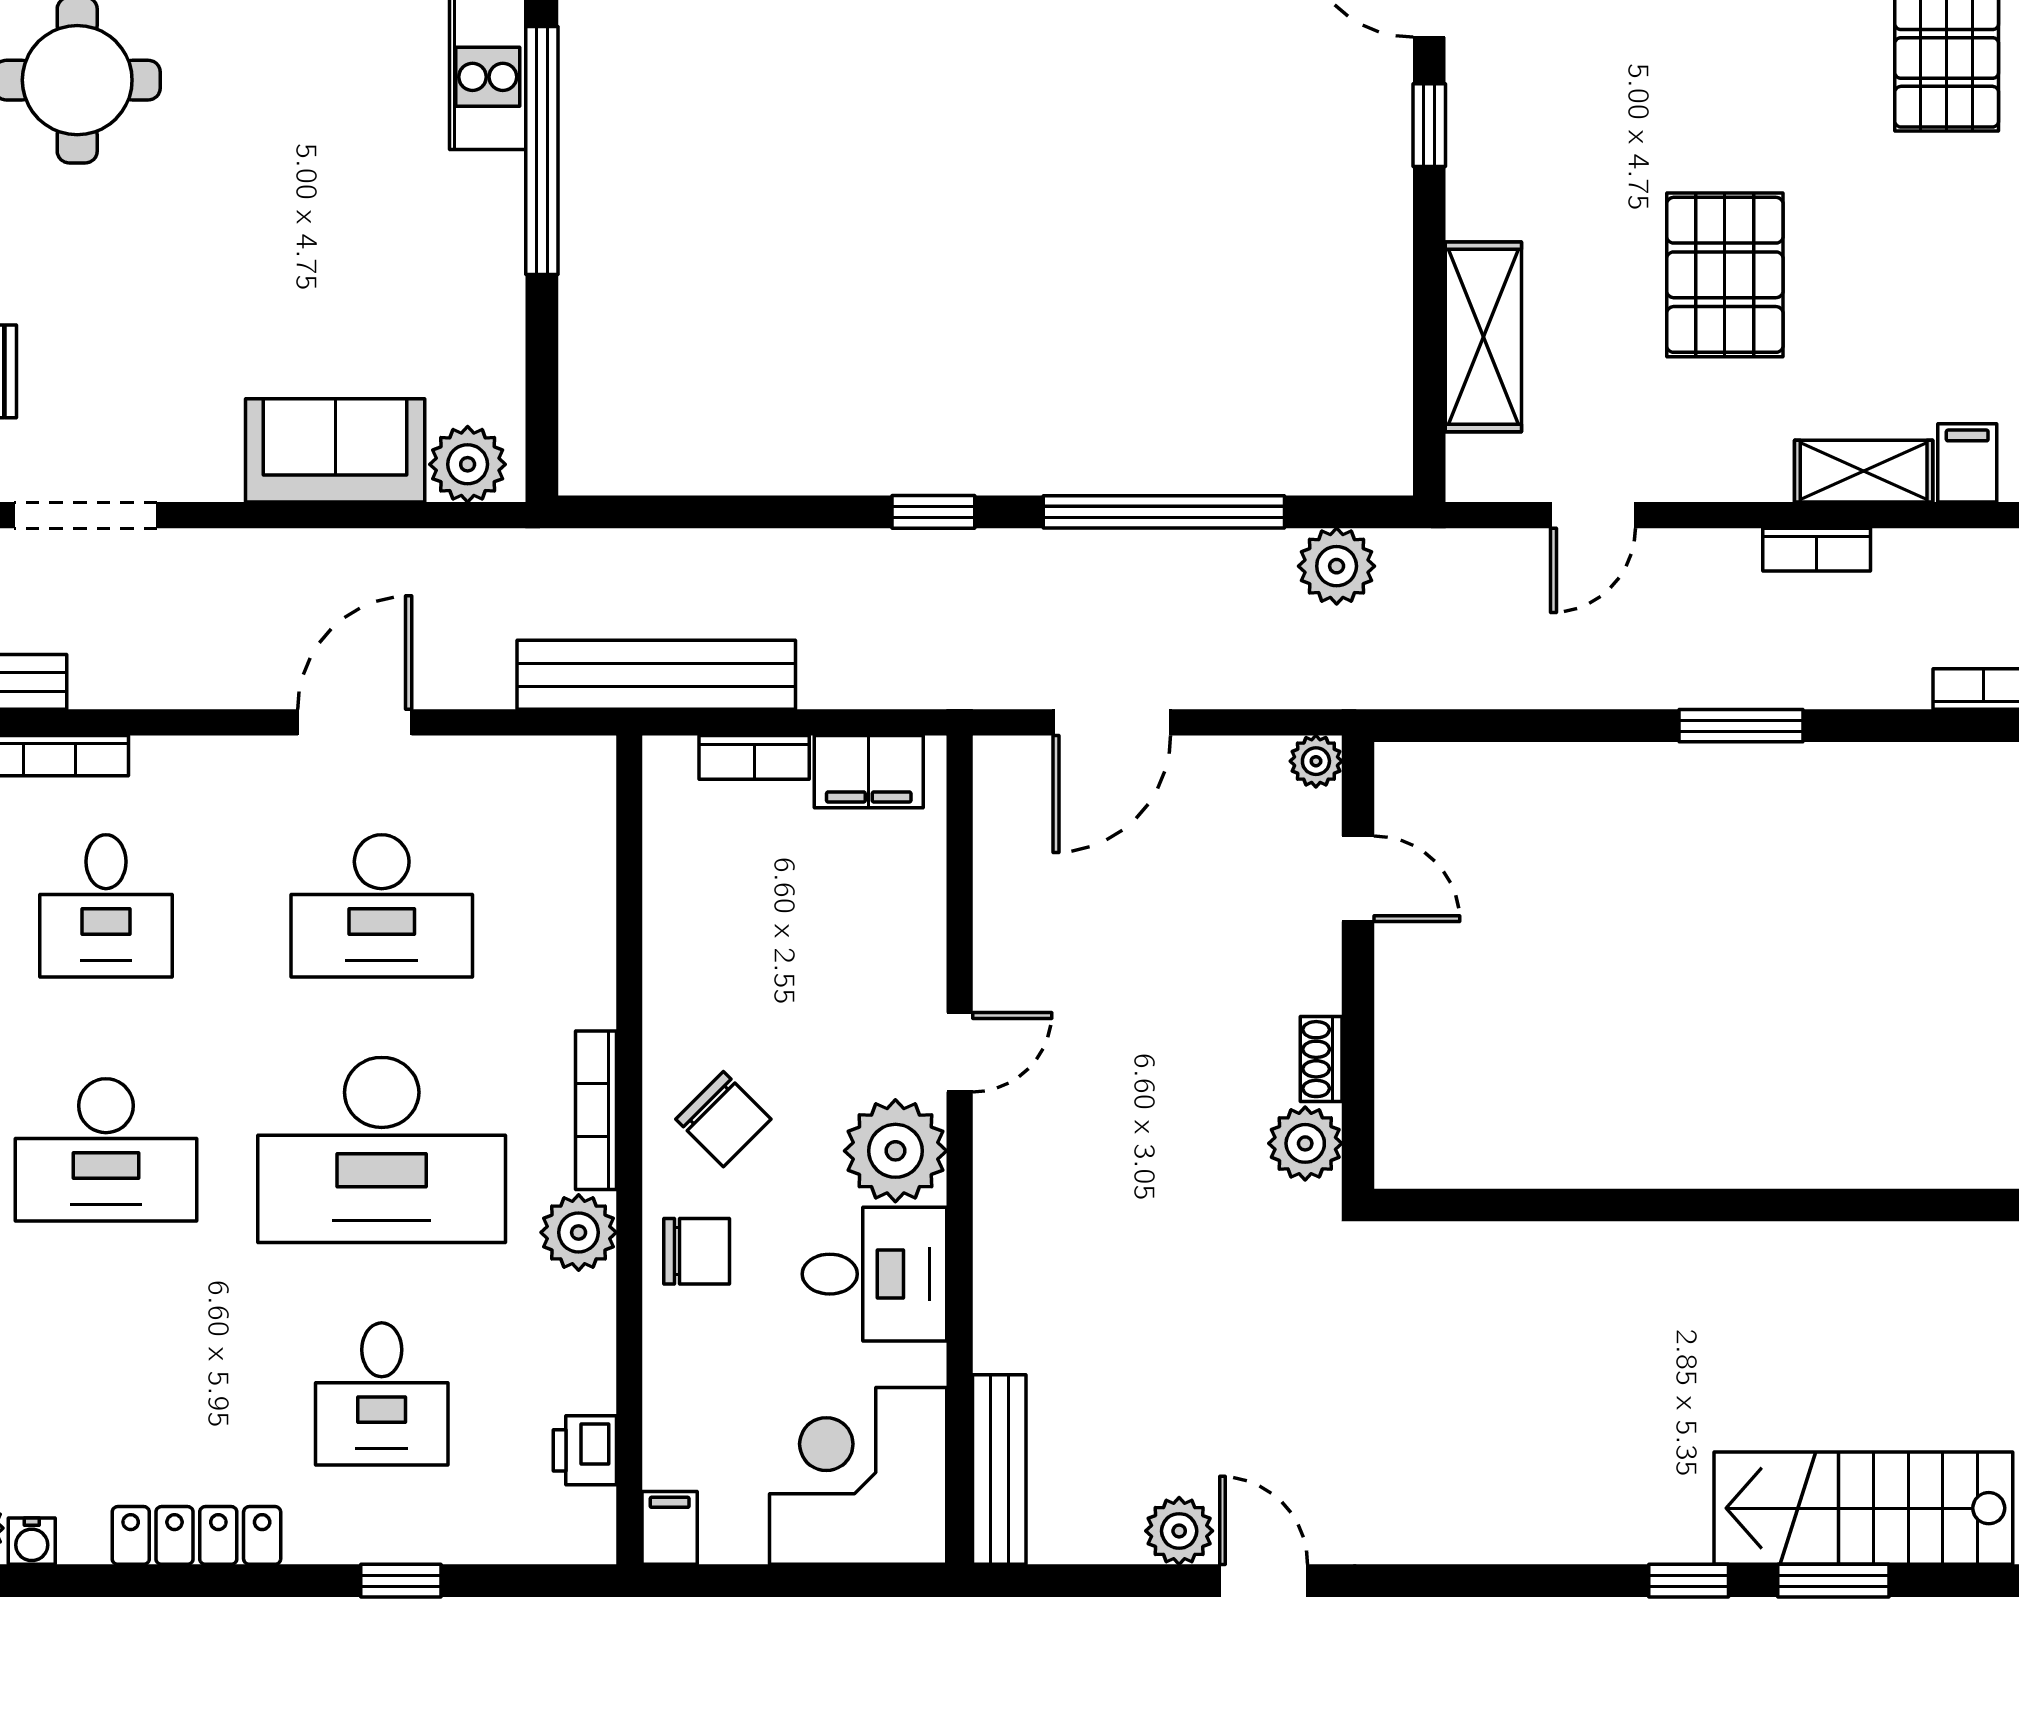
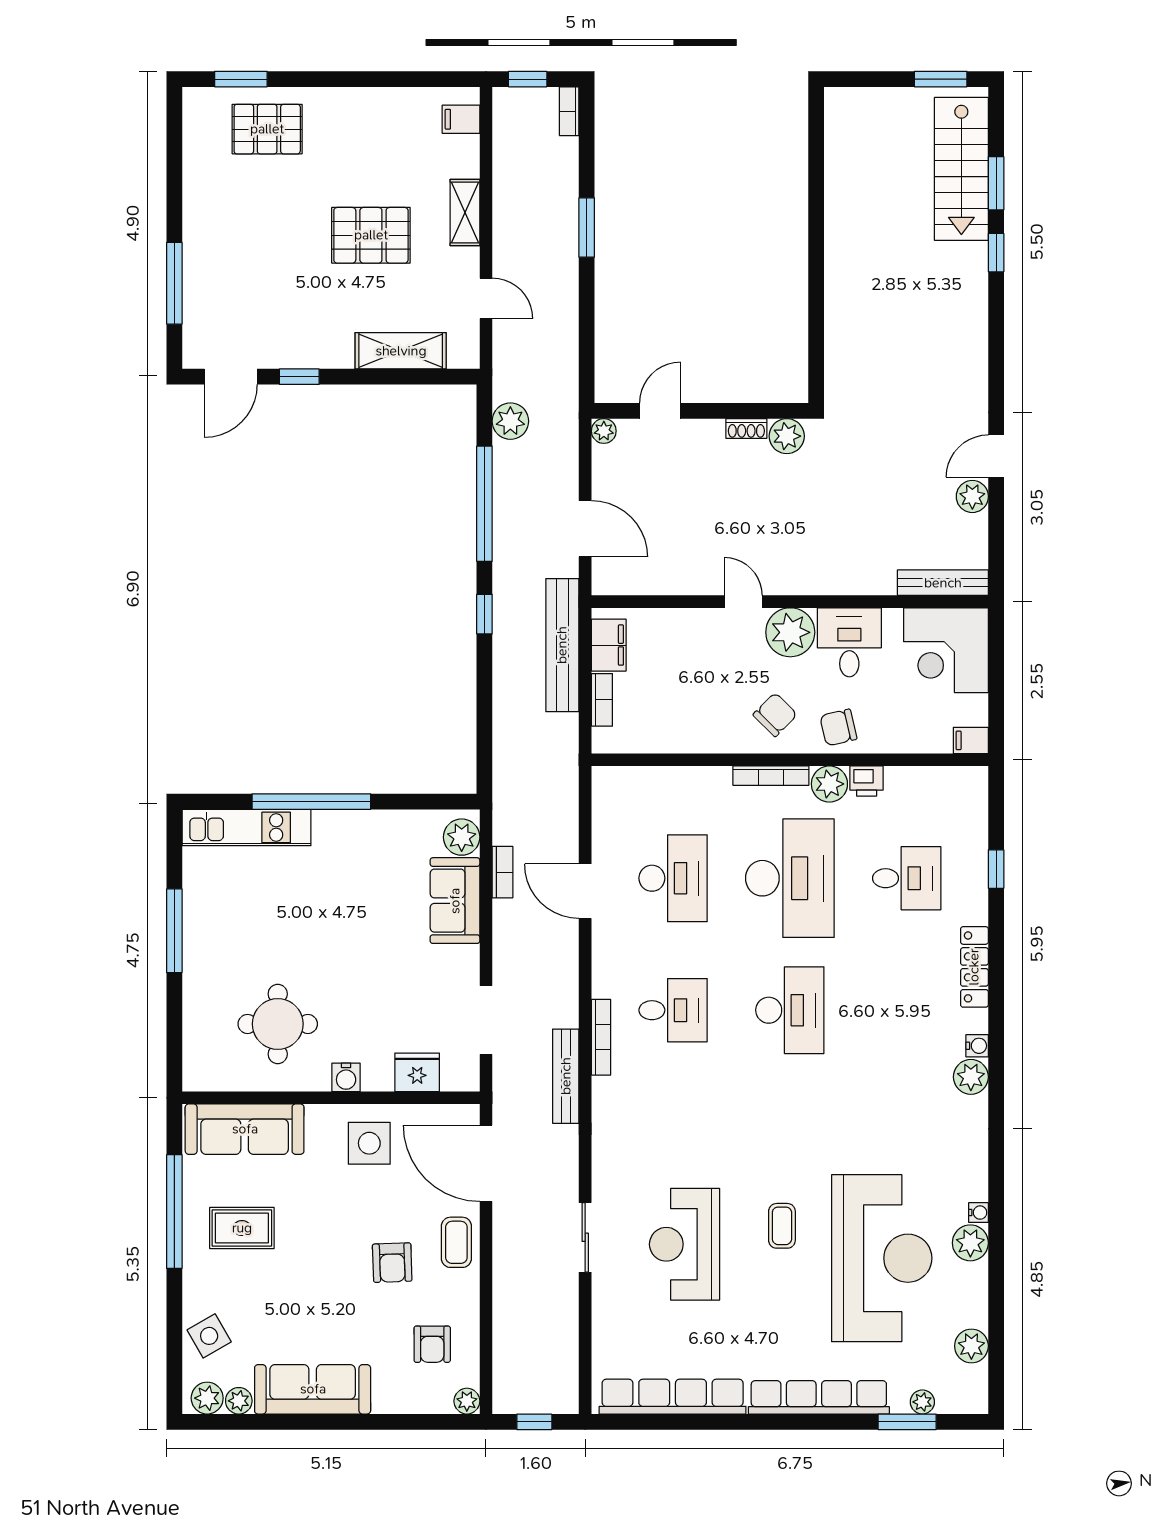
shelving: (1864, 471) -> (465, 213), moved
bookcase: (1817, 550) -> (502, 872), moved
bench: (656, 675) -> (562, 645), moved
chair: (697, 1251) -> (838, 727), turned -103
printer: (585, 1450) -> (867, 781), moved

